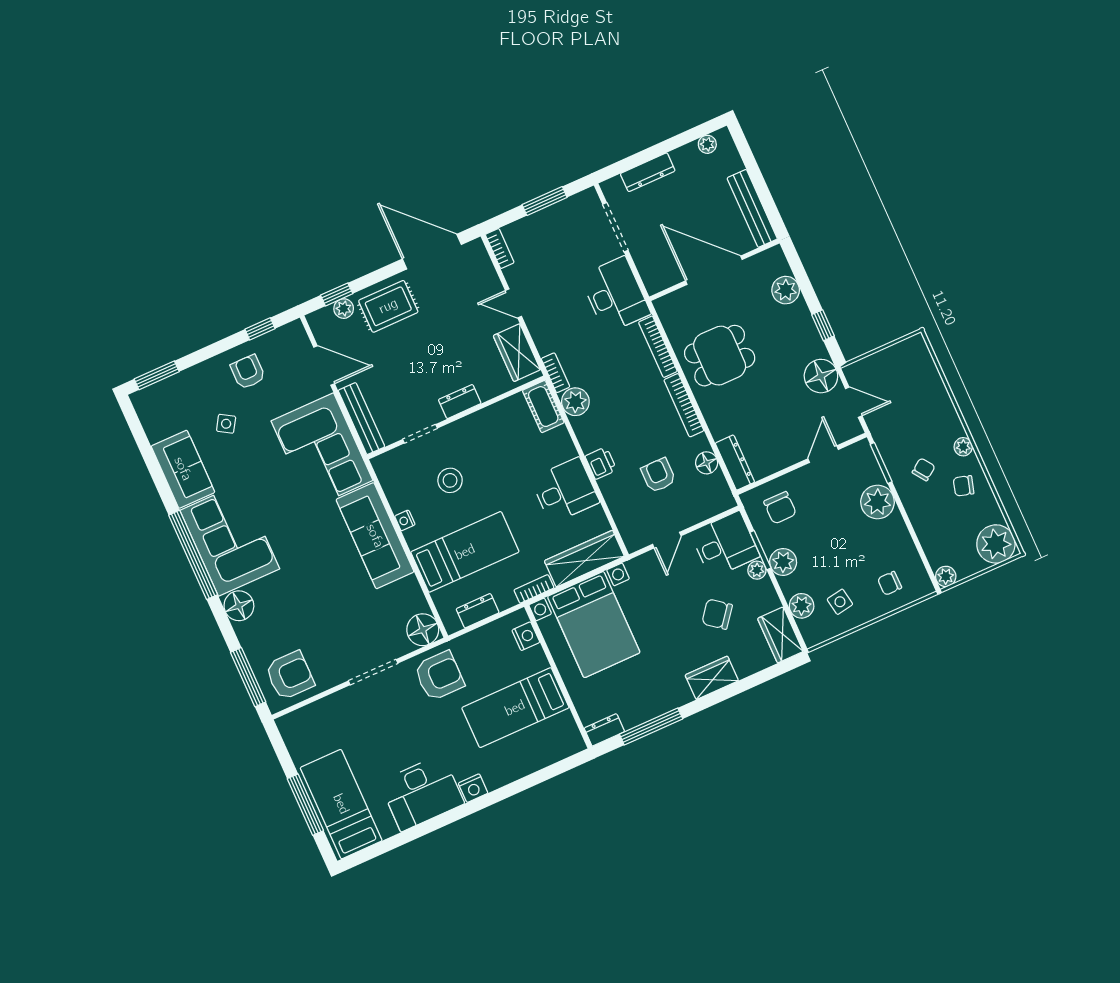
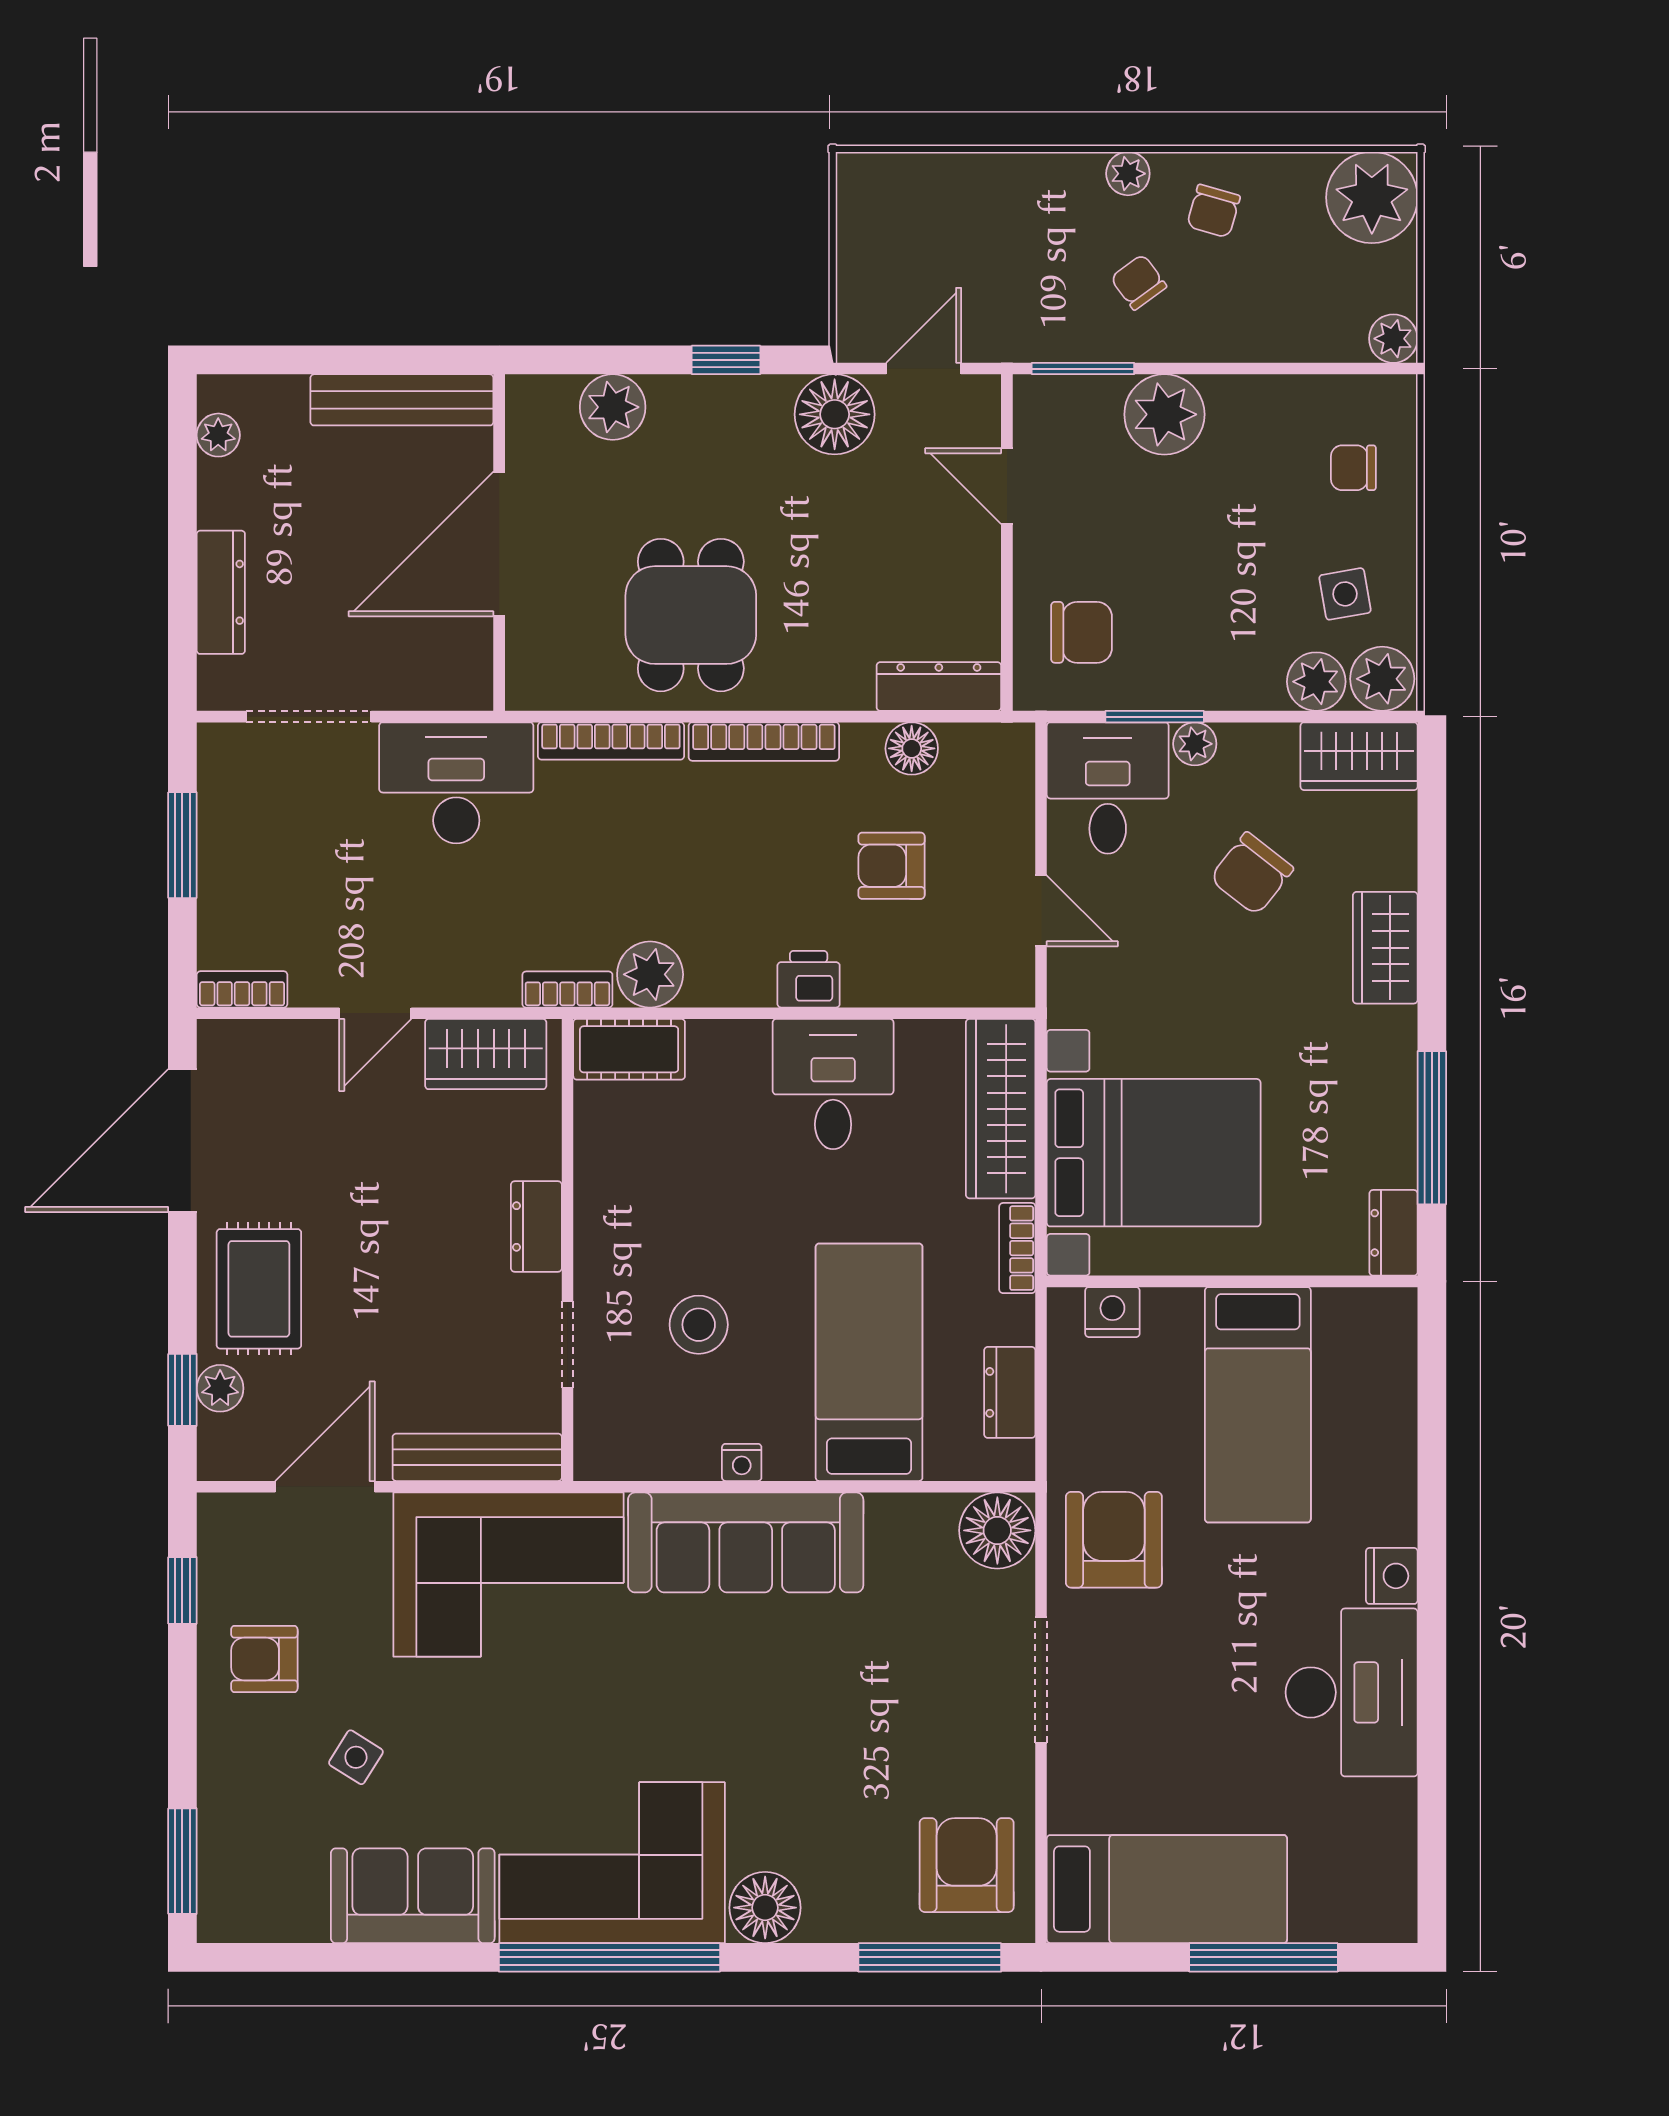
plant: (783, 562) -> (1382, 679), moved
chair: (890, 583) -> (1353, 468), turned 90
bed: (341, 804) -> (1167, 1889), moved, turned 180

